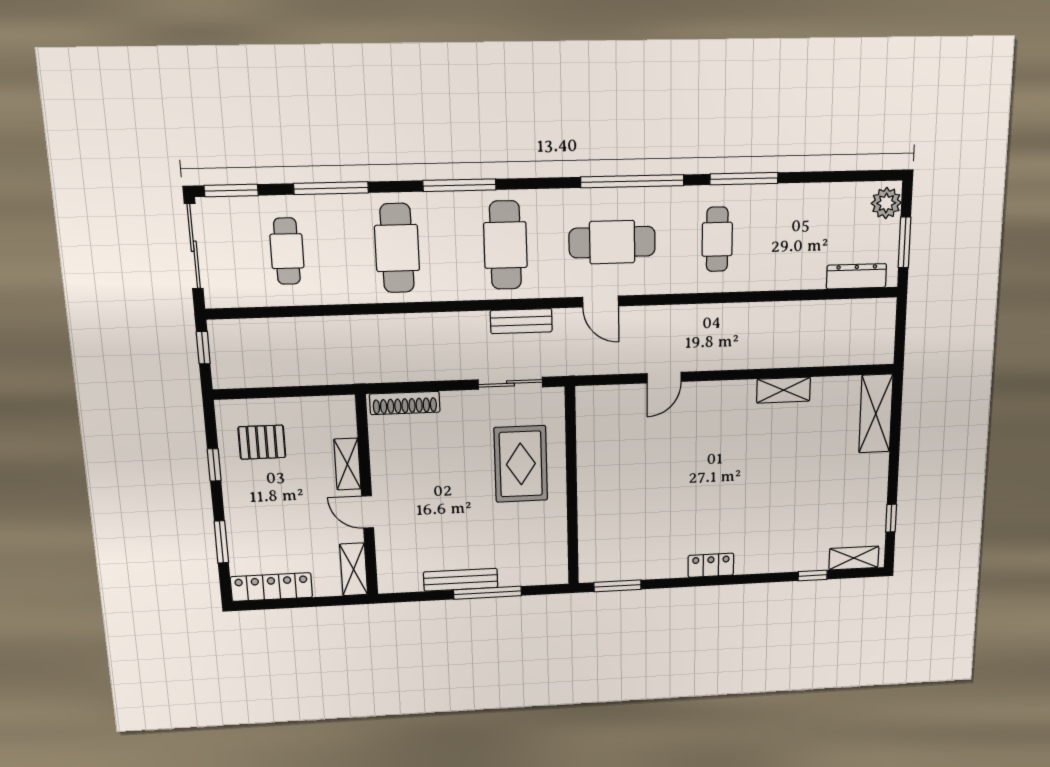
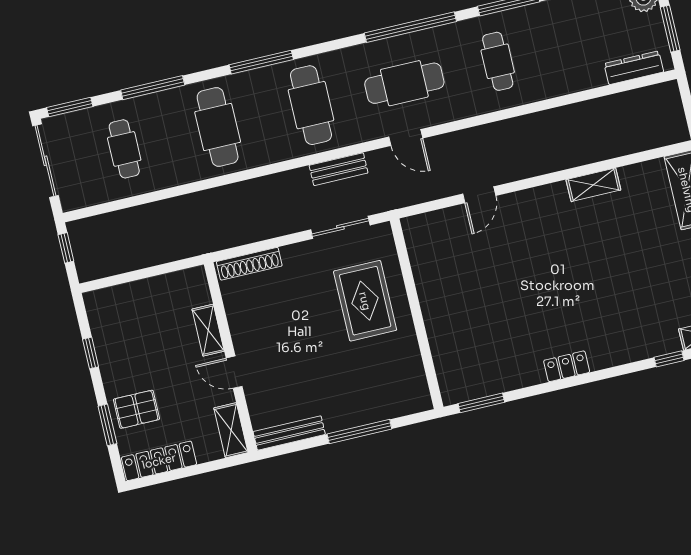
pallet: (262, 442) -> (136, 409), moved
bench: (461, 580) -> (289, 433), moved

